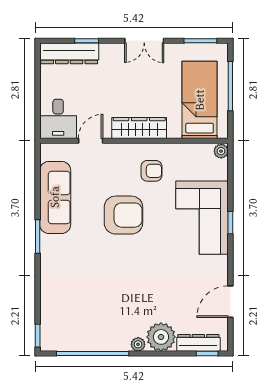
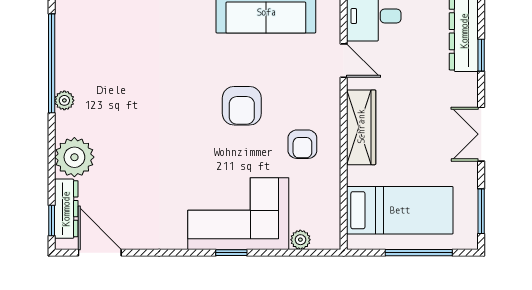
plant: (221, 151) -> (300, 240), moved
armchair: (123, 215) -> (242, 106), width x0.73, depth x0.73
door: (230, 302) -> (100, 253), moved
plant: (138, 344) -> (64, 100), moved

